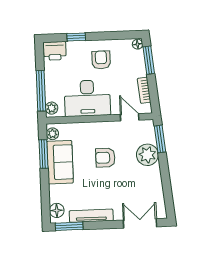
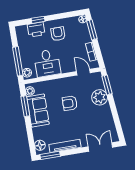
printer: (55, 51) -> (36, 30), moved
desk: (87, 98) -> (47, 63), width x0.73

